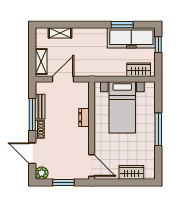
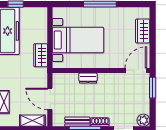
wardrobe: (139, 70) -> (41, 55), moved
window: (64, 182) -> (153, 88), moved

